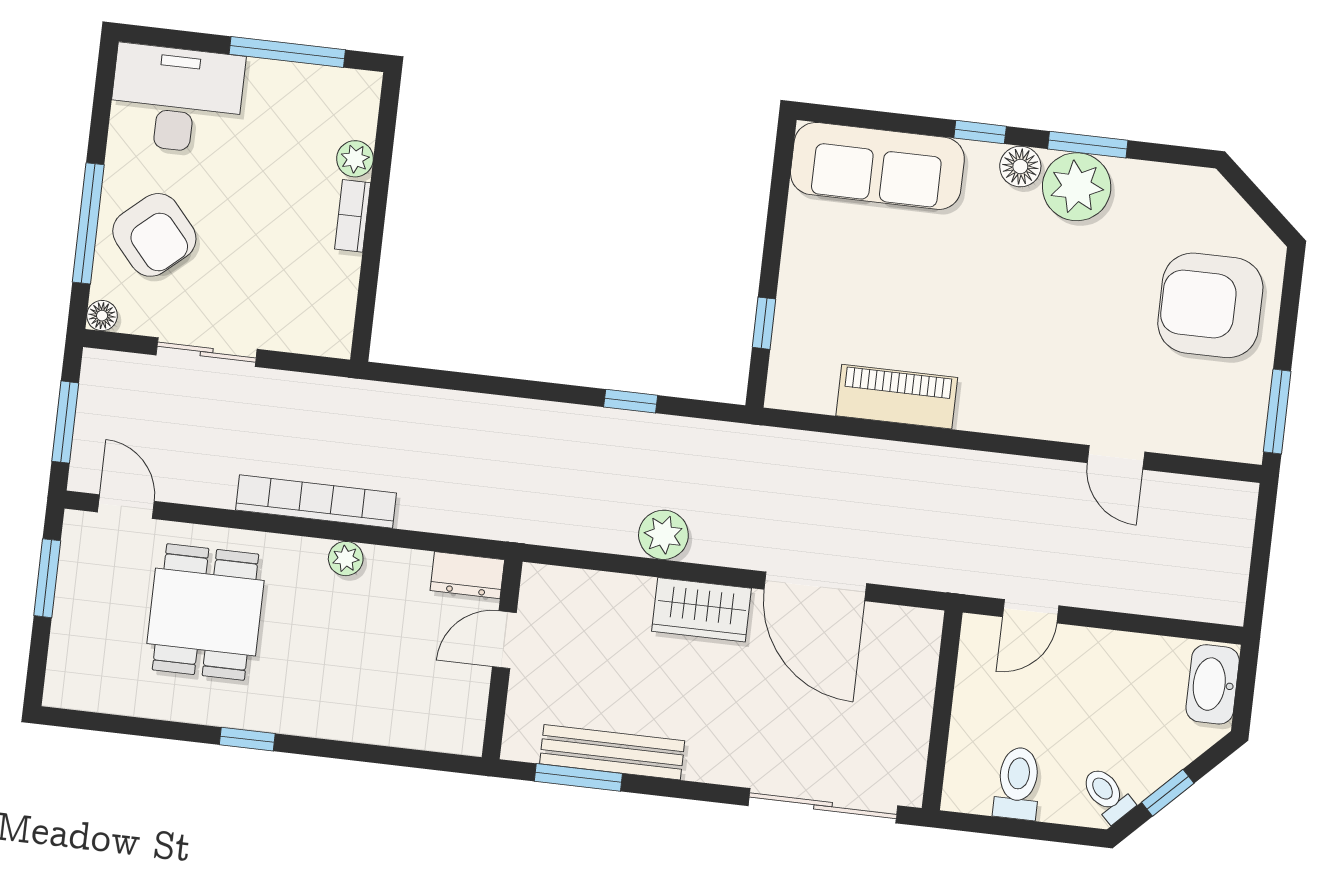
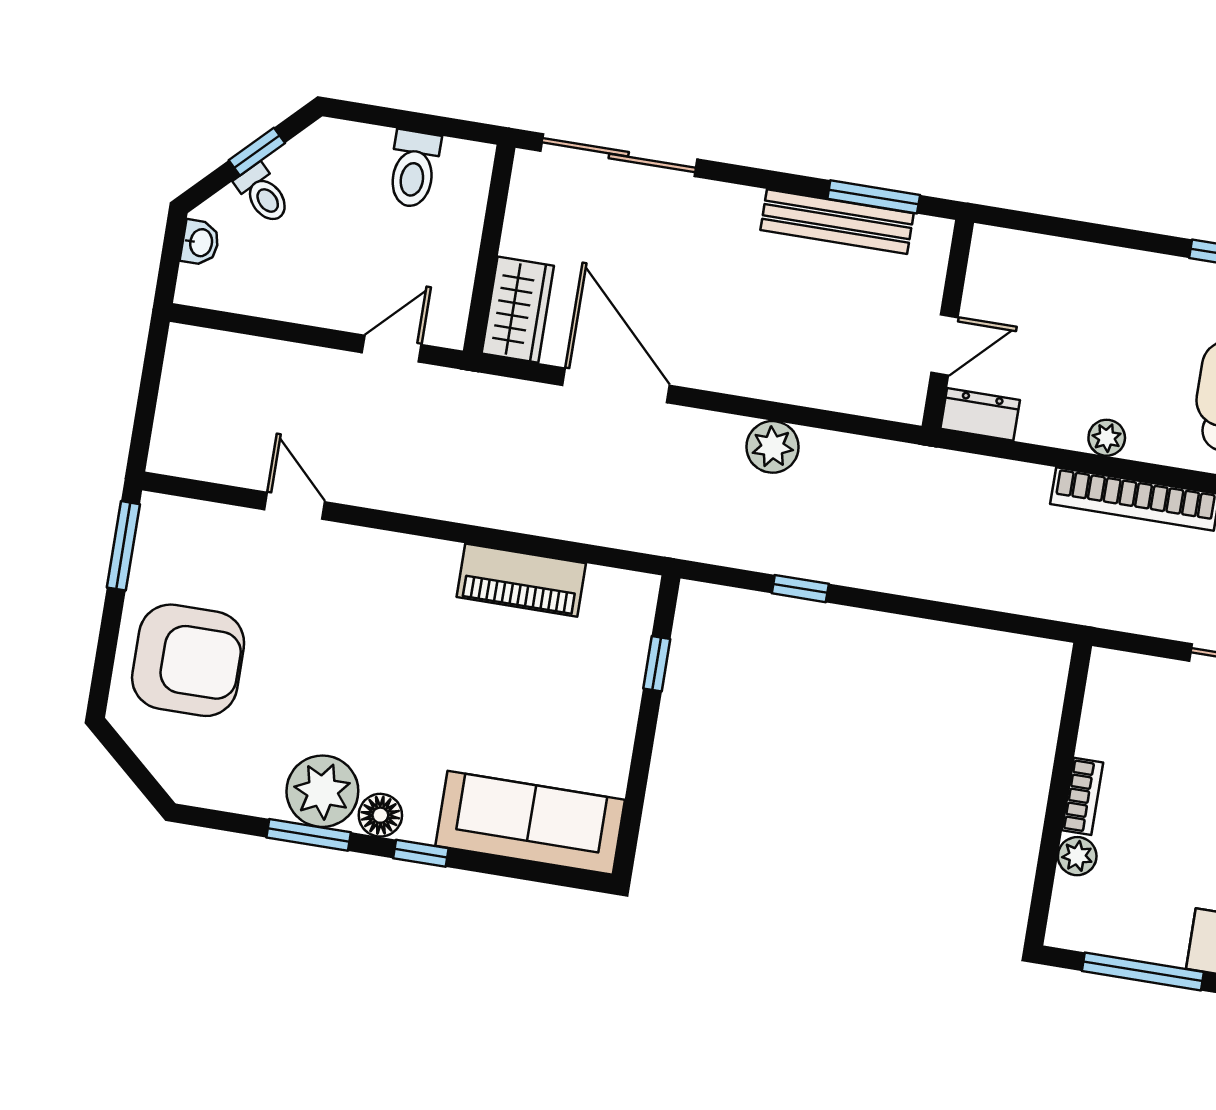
wardrobe: (701, 610) -> (518, 310), moved, turned 90
washbasin: (1213, 684) -> (200, 243), width x0.52, depth x0.69
toilet: (1107, 795) -> (263, 194), moved

